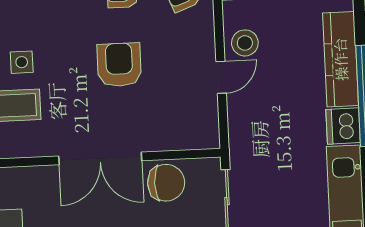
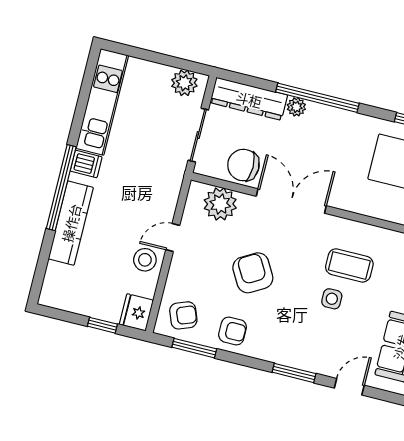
armchair: (119, 65) -> (253, 273), turned 150
dishwasher: (343, 126) -> (86, 164), width x0.73
plant: (179, 131) -> (220, 204), added

